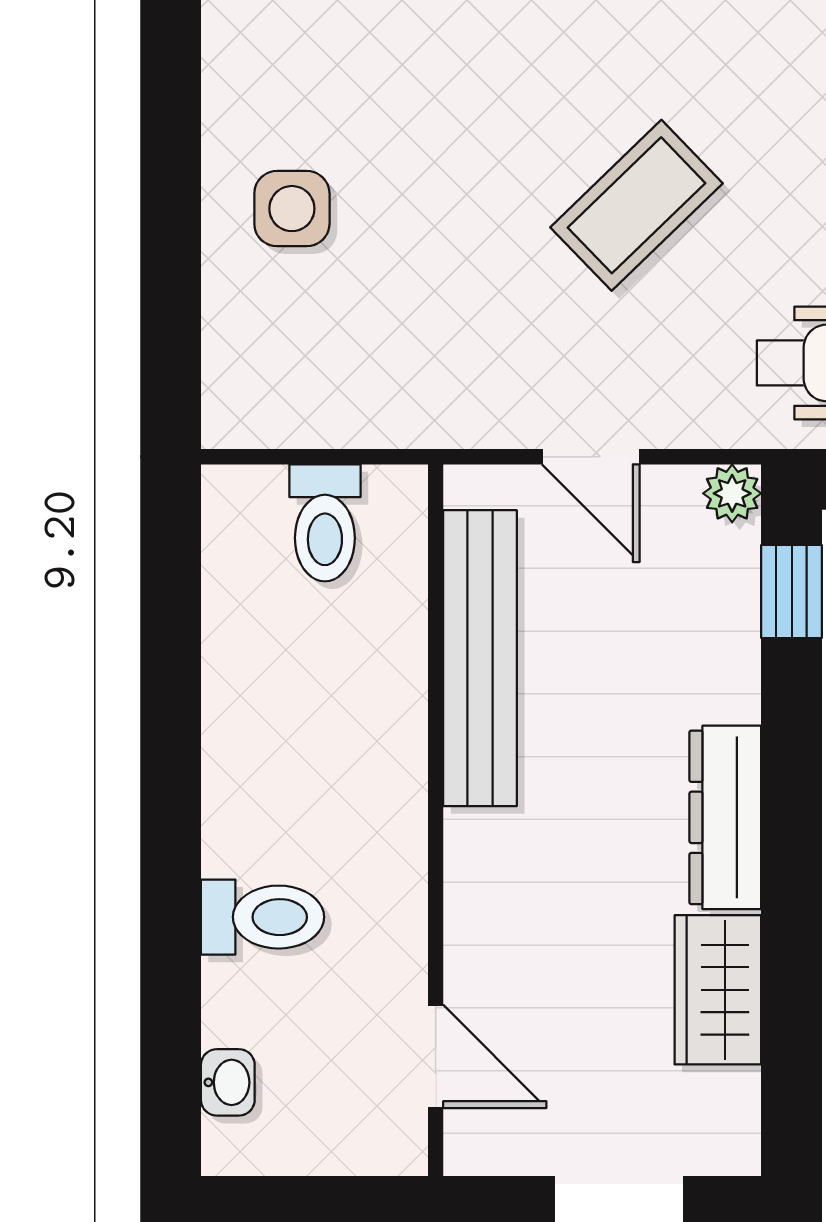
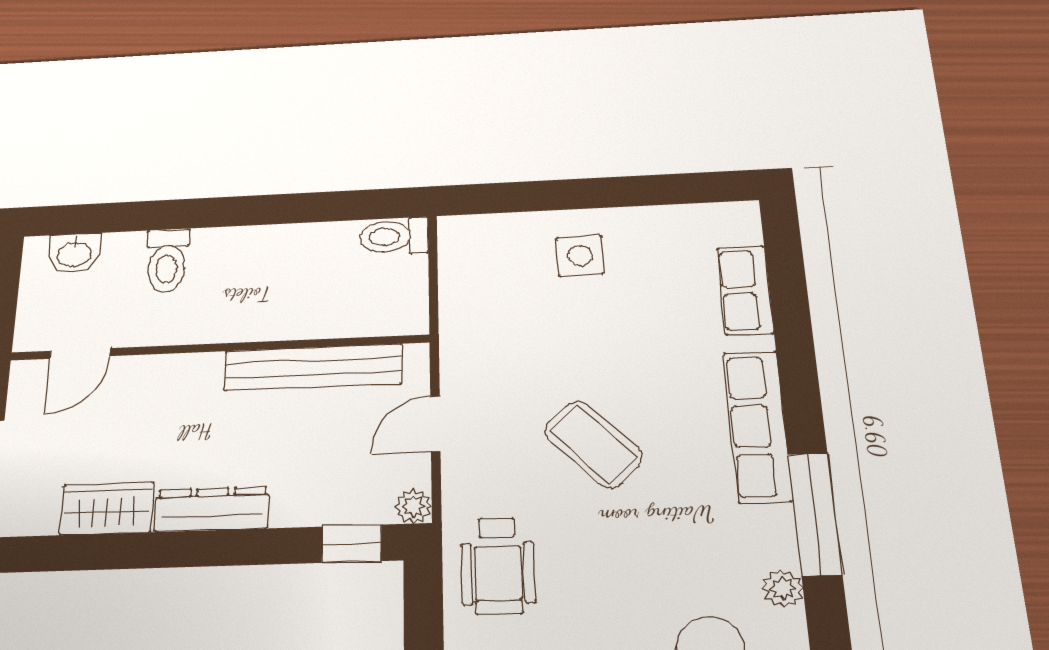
toilet: (325, 523) -> (394, 236), moved
washbasin: (228, 1082) -> (74, 253), width x1.38, depth x1.45

